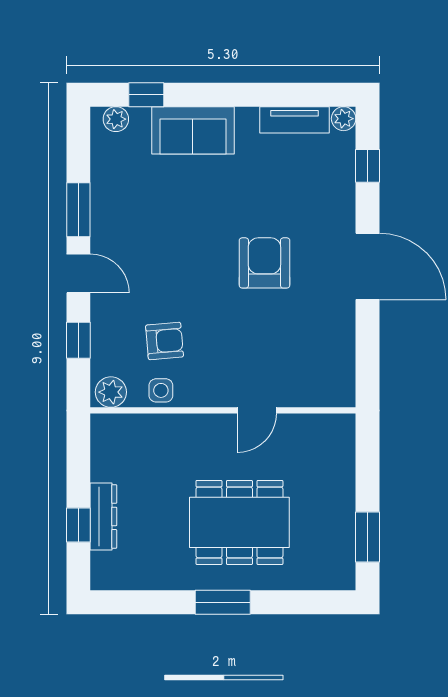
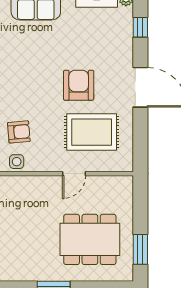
rug: (286, 341) -> (92, 132), added
dining table: (239, 522) -> (90, 239), moved

